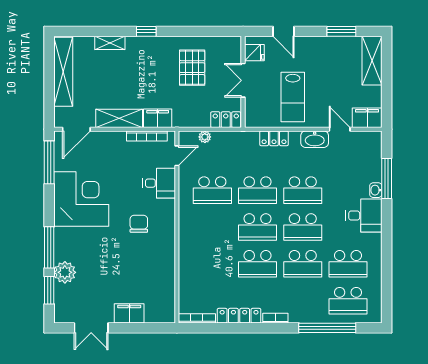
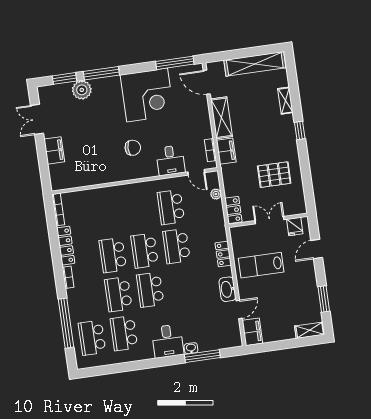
shelving: (372, 61) -> (310, 330), width x0.67, depth x0.75
bookcase: (147, 136) -> (211, 150), width x0.64
school desk: (303, 190) -> (182, 285), removed

